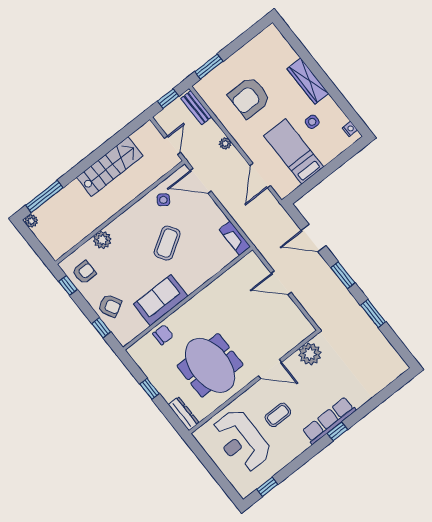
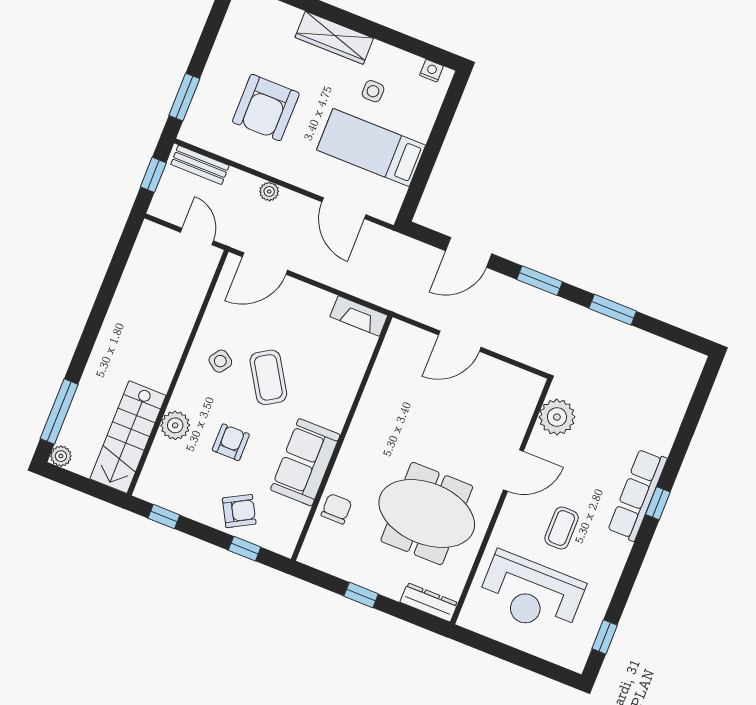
stairs: (110, 167) -> (128, 437), moved, turned 180
side table: (163, 200) -> (220, 361), moved
armchair: (84, 272) -> (231, 442), moved

